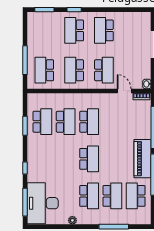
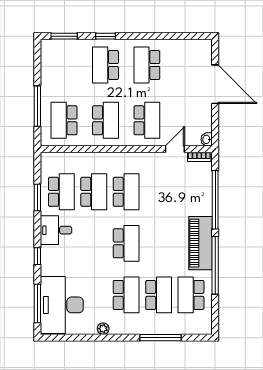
school desk: (74, 70) -> (105, 120), turned 180
door: (124, 91) -> (175, 149), hinge flipped
desk: (38, 149) -> (56, 230), added

